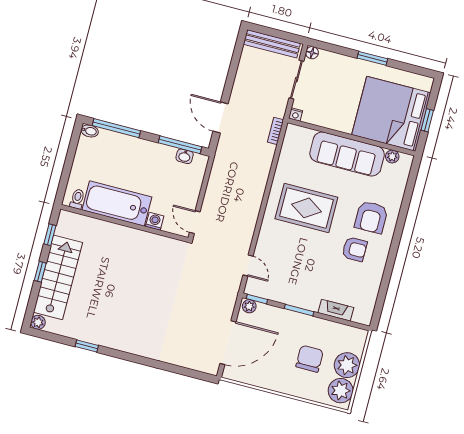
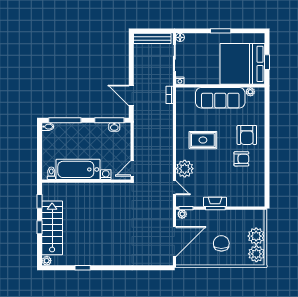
rug: (306, 208) -> (203, 140), width x0.73, depth x0.70
door: (195, 222) -> (132, 168), hinge flipped
plant: (270, 242) -> (185, 169), added
fireplace: (336, 310) -> (215, 202), moved
chair: (310, 359) -> (221, 243), moved

